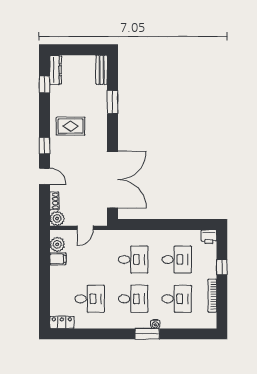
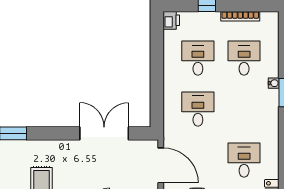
double door: (112, 180) -> (104, 133), width x0.73
door: (85, 228) -> (161, 165), width x1.87
desk: (133, 299) -> (244, 109), removed

